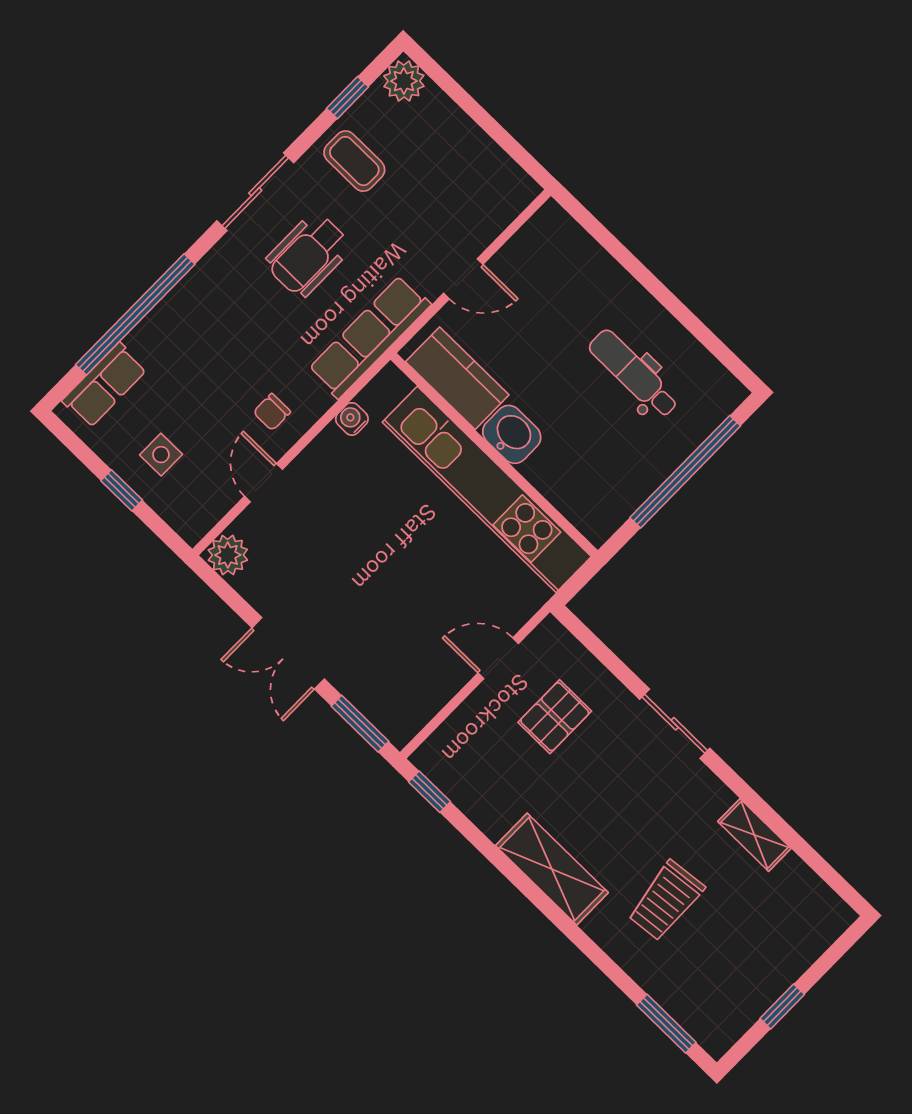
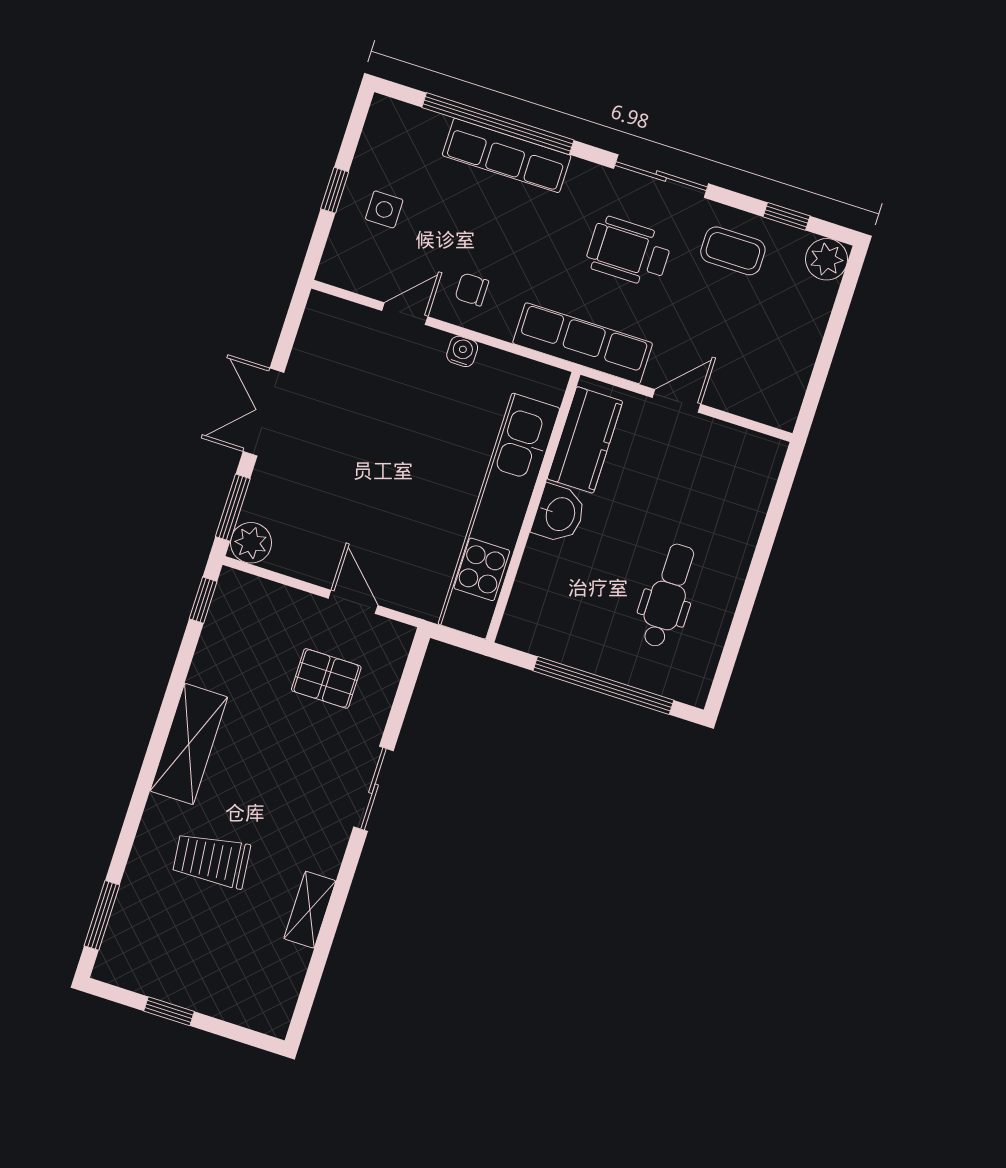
coffee table: (354, 161) -> (733, 251), turned 90
door: (463, 279) -> (676, 401), swing flipped
row of seats: (105, 385) -> (507, 155), moved, width x1.48
water cooler: (352, 419) -> (462, 351), moved
plant: (228, 555) -> (251, 543), moved

